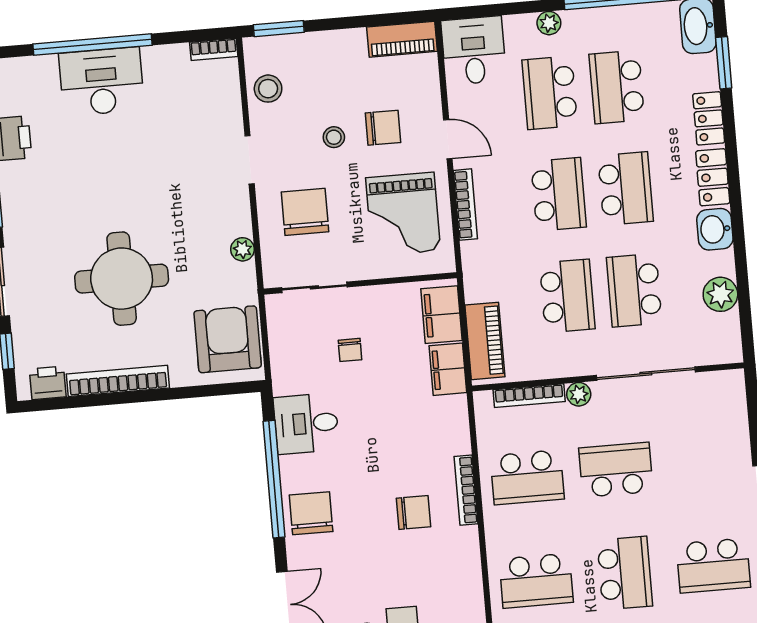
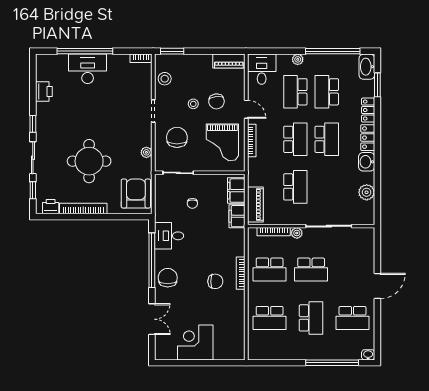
chair: (383, 128) -> (216, 101), turned 82
school desk: (634, 290) -> (327, 187), removed
school desk: (616, 470) -> (311, 270), turned 180

